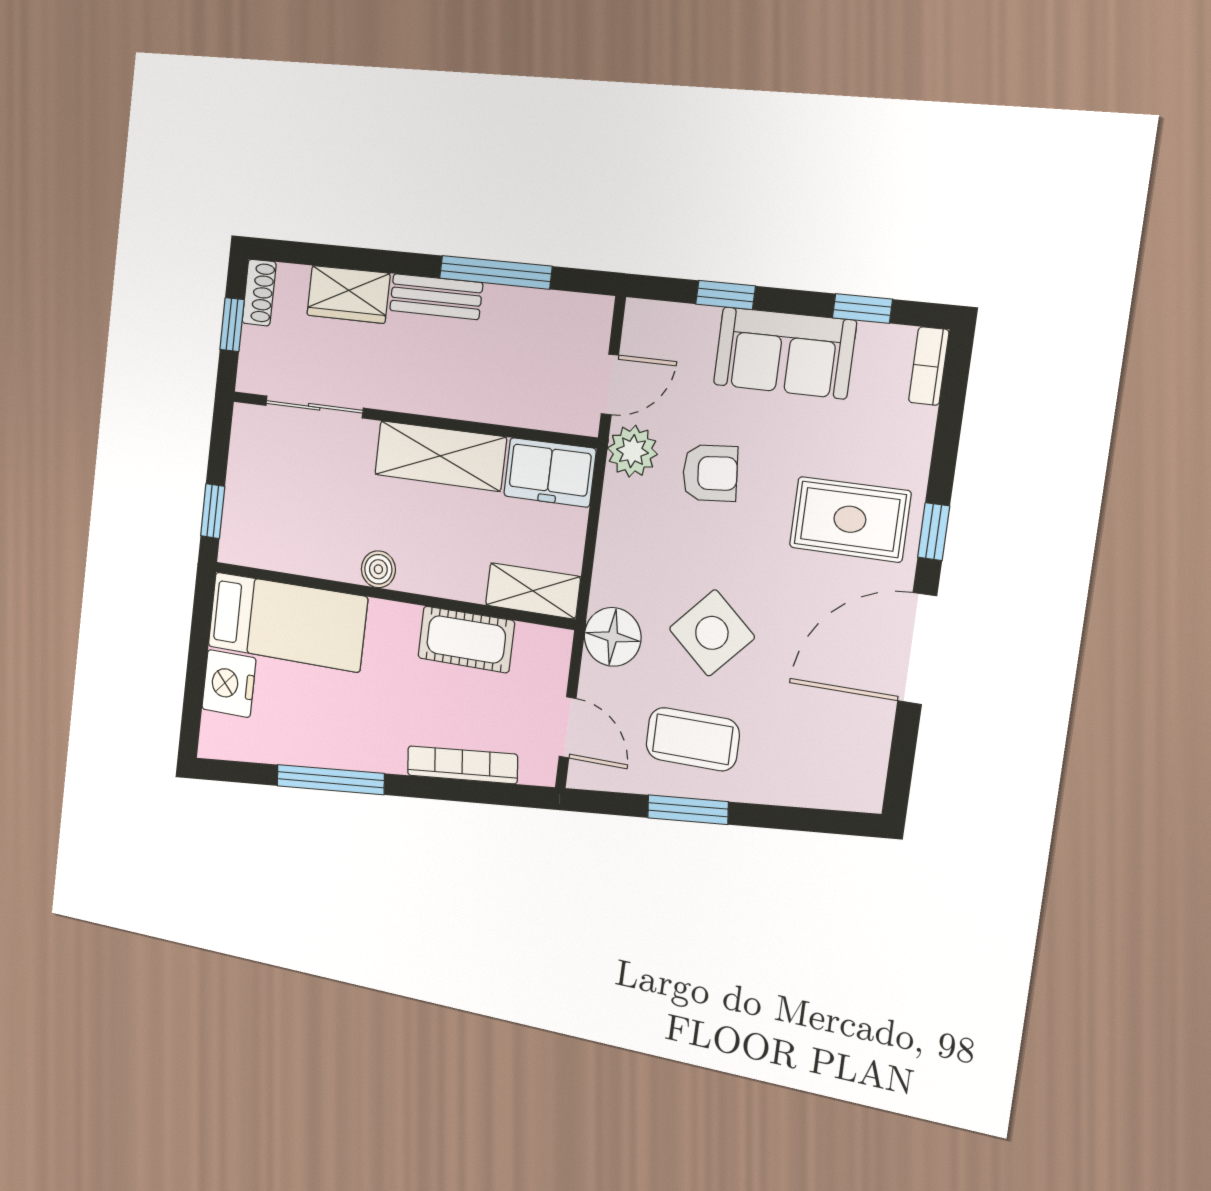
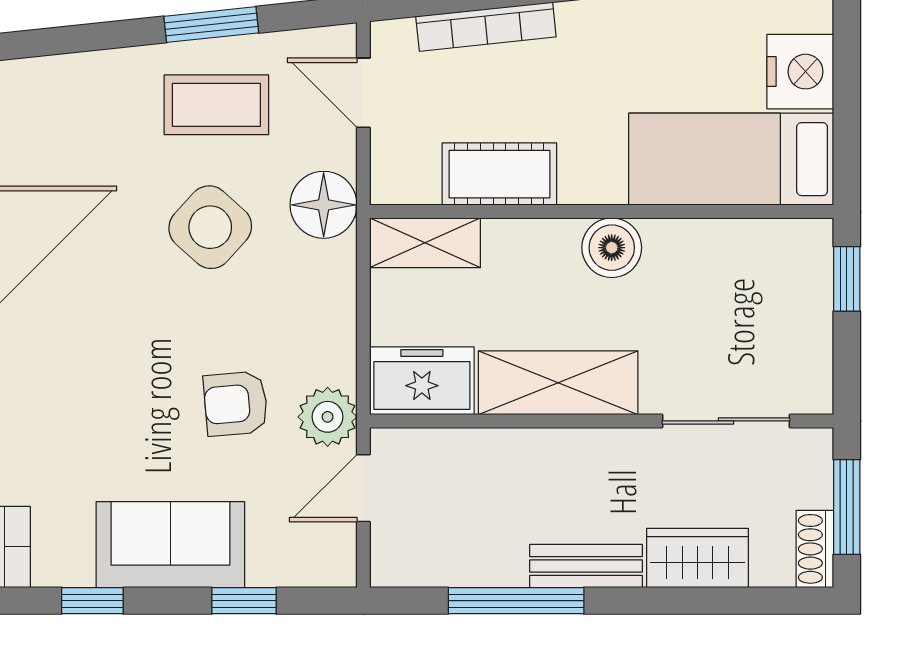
window: (232, 325) -> (847, 507), width x1.50
rug: (850, 519) -> (75, 374), removed
boiler: (378, 569) -> (612, 248), width x1.36, depth x1.36

